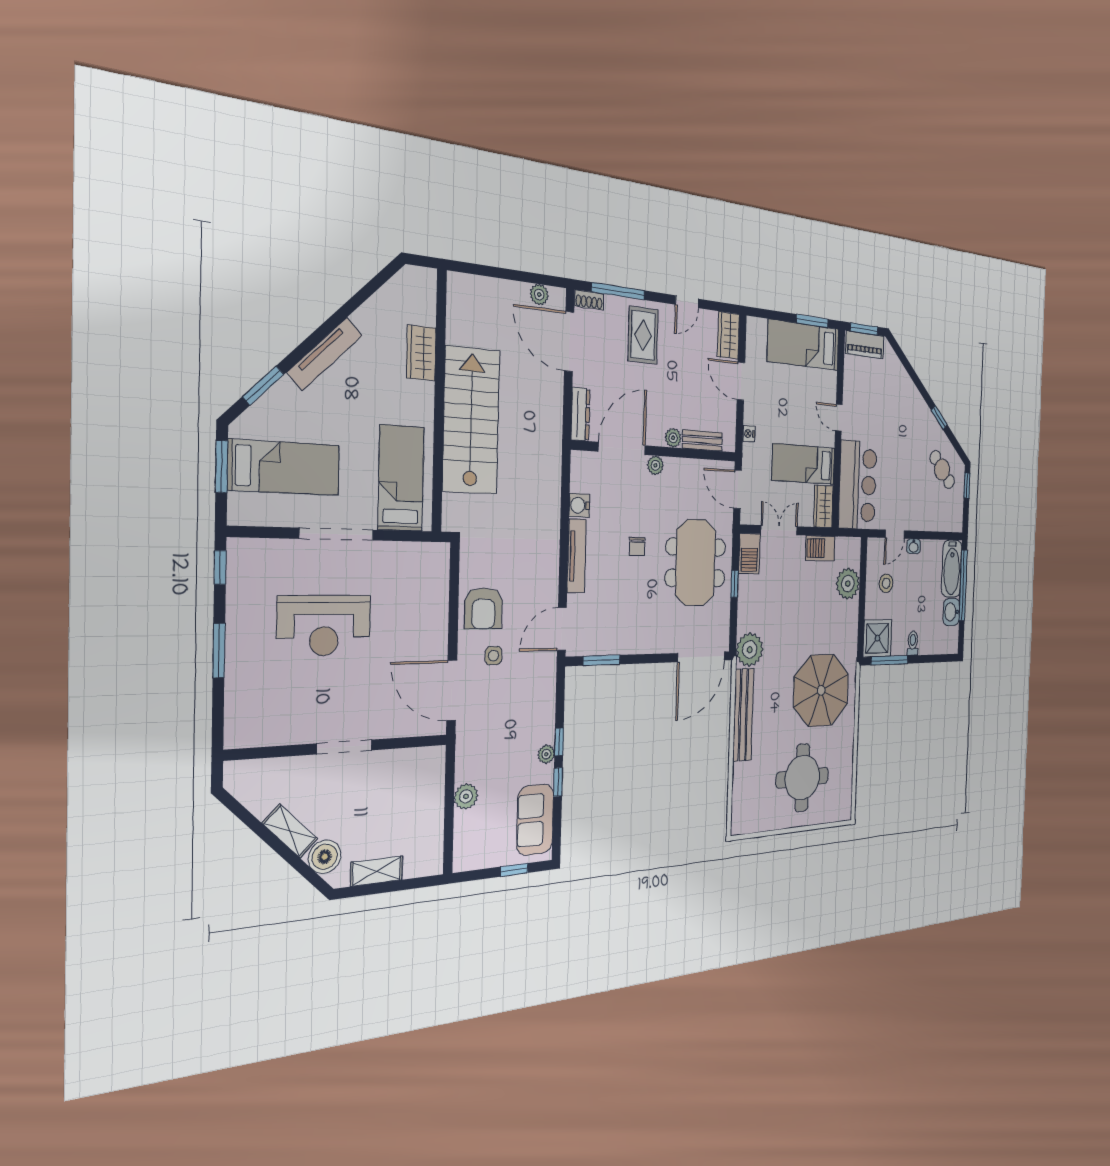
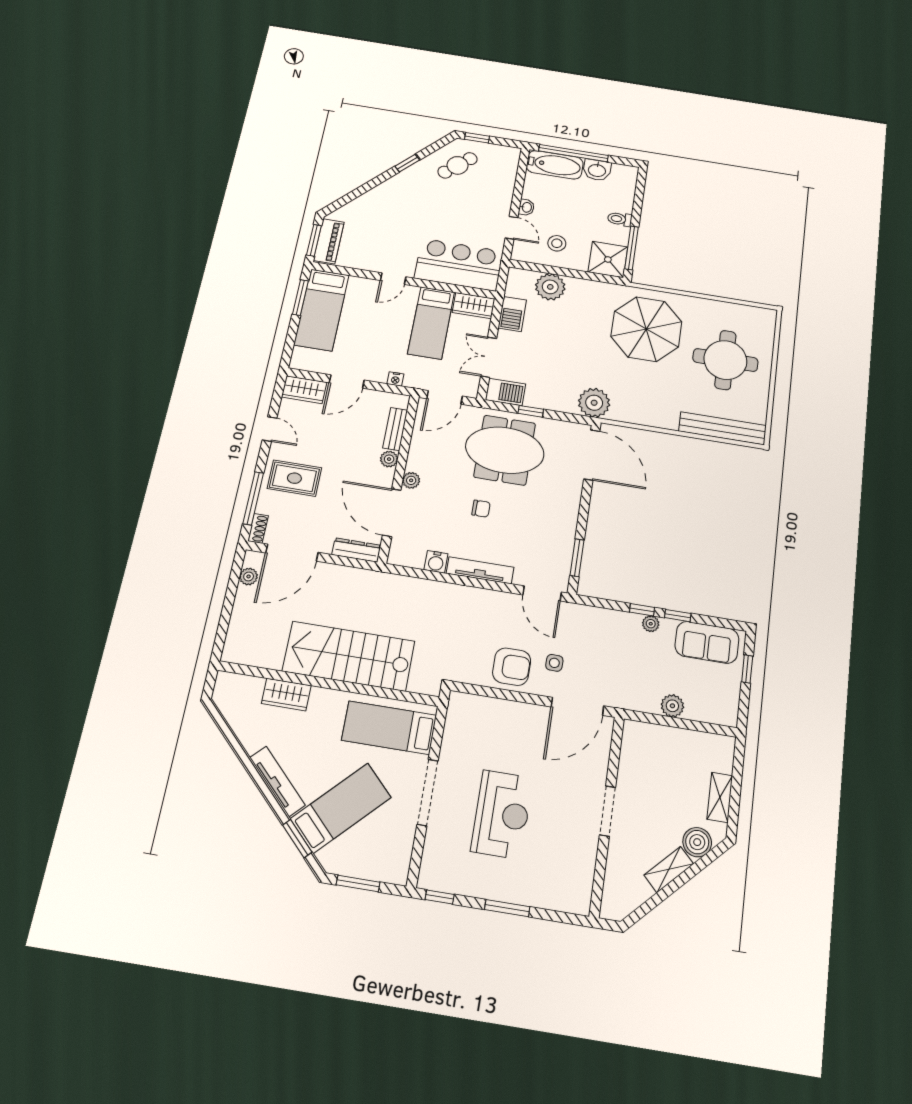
bed: (284, 467) -> (341, 808), moved, turned 45
bench: (743, 715) -> (723, 428), moved

